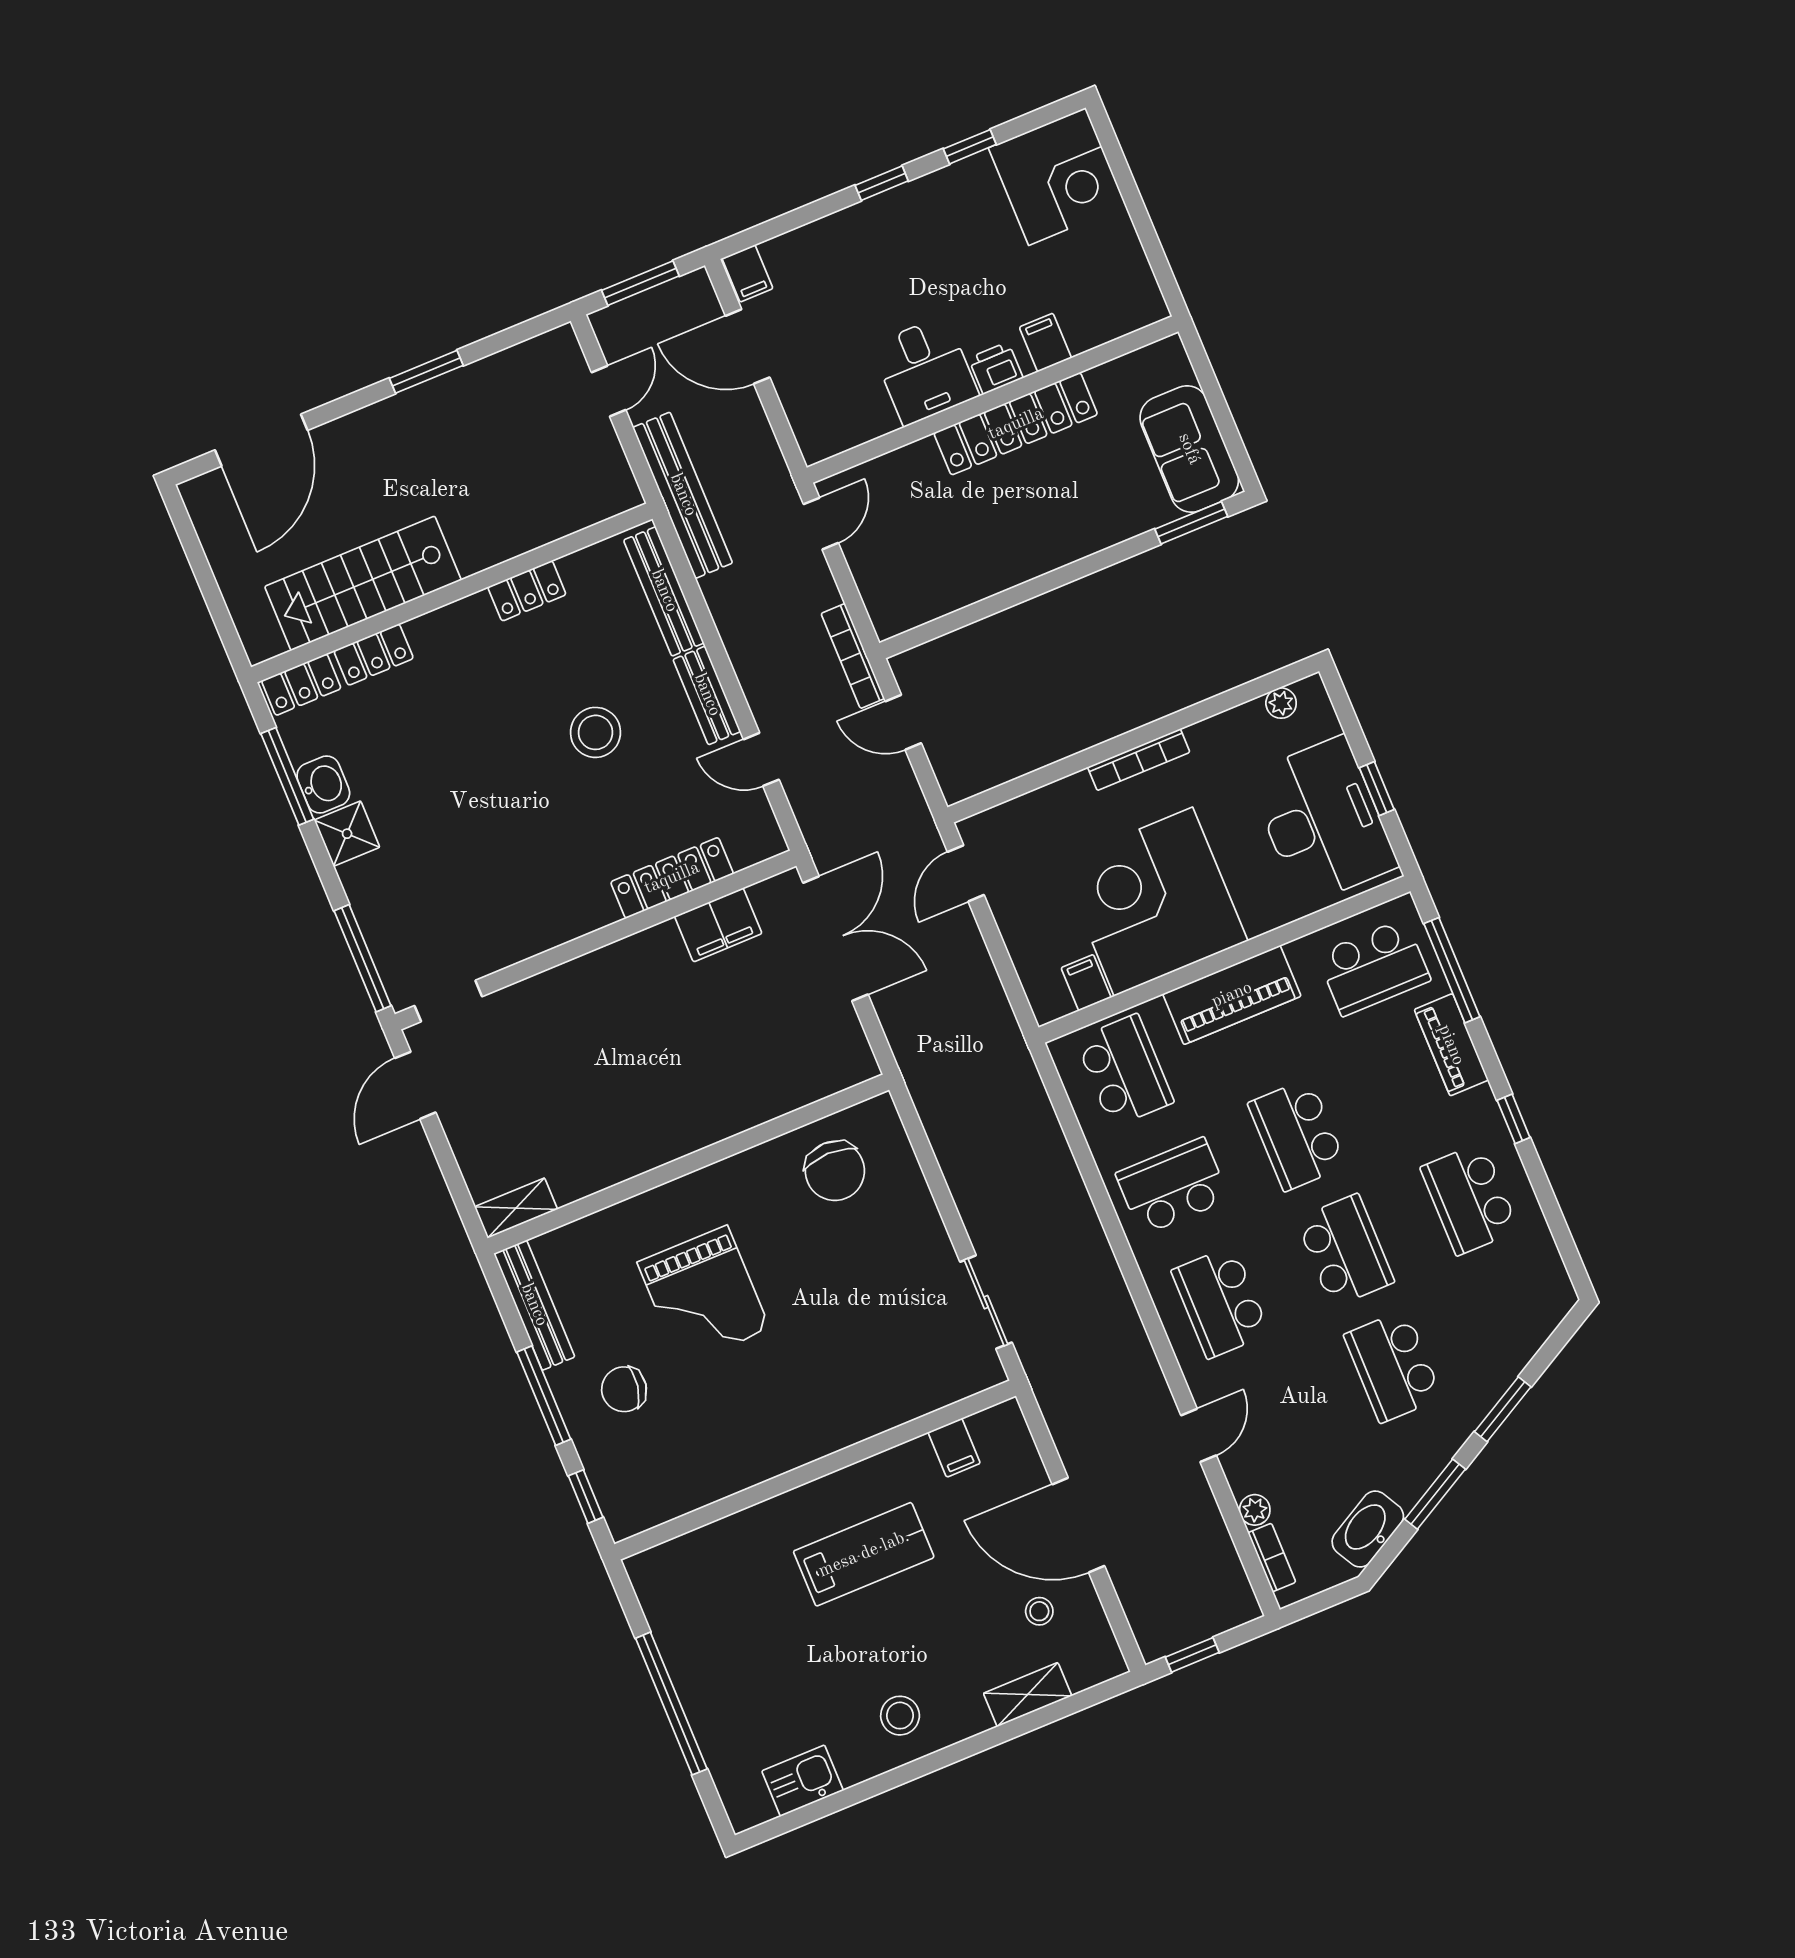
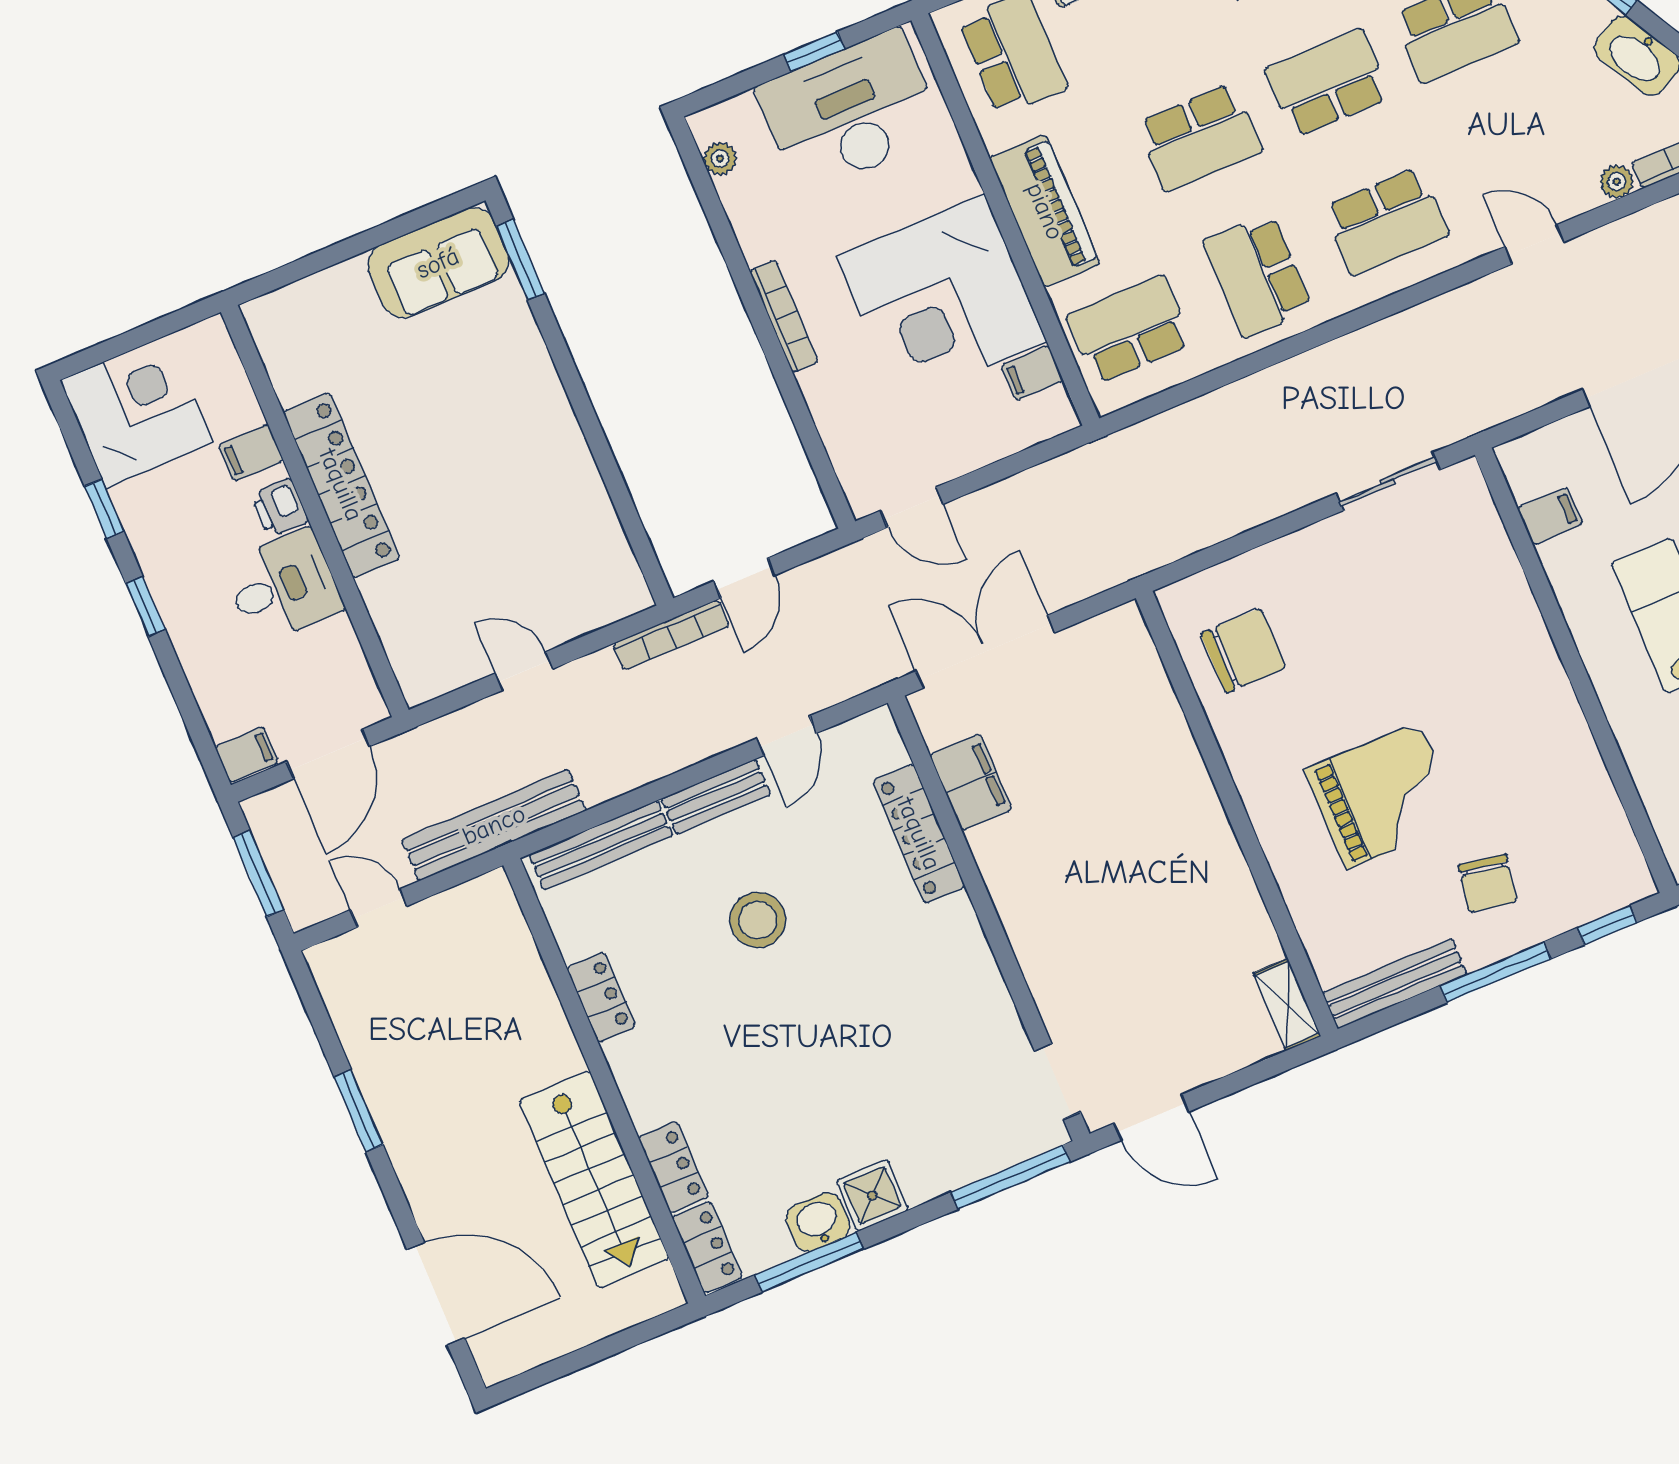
filing cabinet: (1045, 343) -> (251, 453), moved
printer: (996, 368) -> (280, 508), moved
desk: (925, 371) -> (283, 587), moved
wall: (993, 400) -> (315, 511), moved
locker: (1016, 424) -> (341, 485), moved

